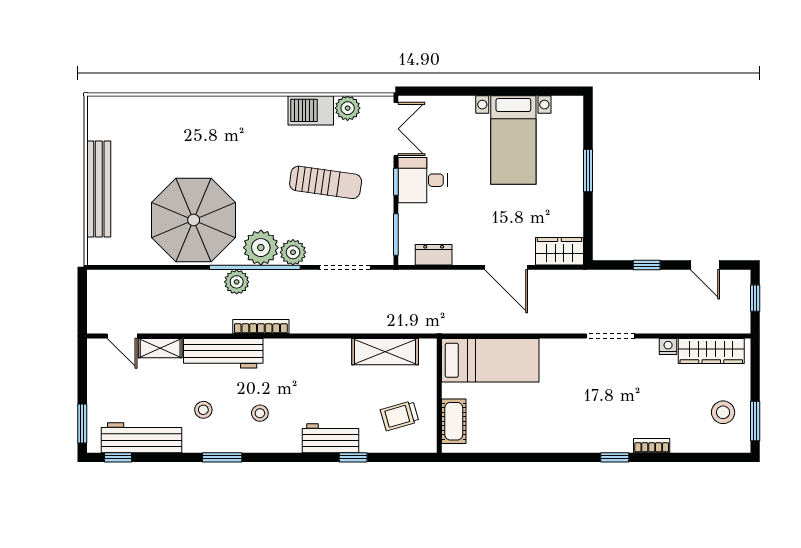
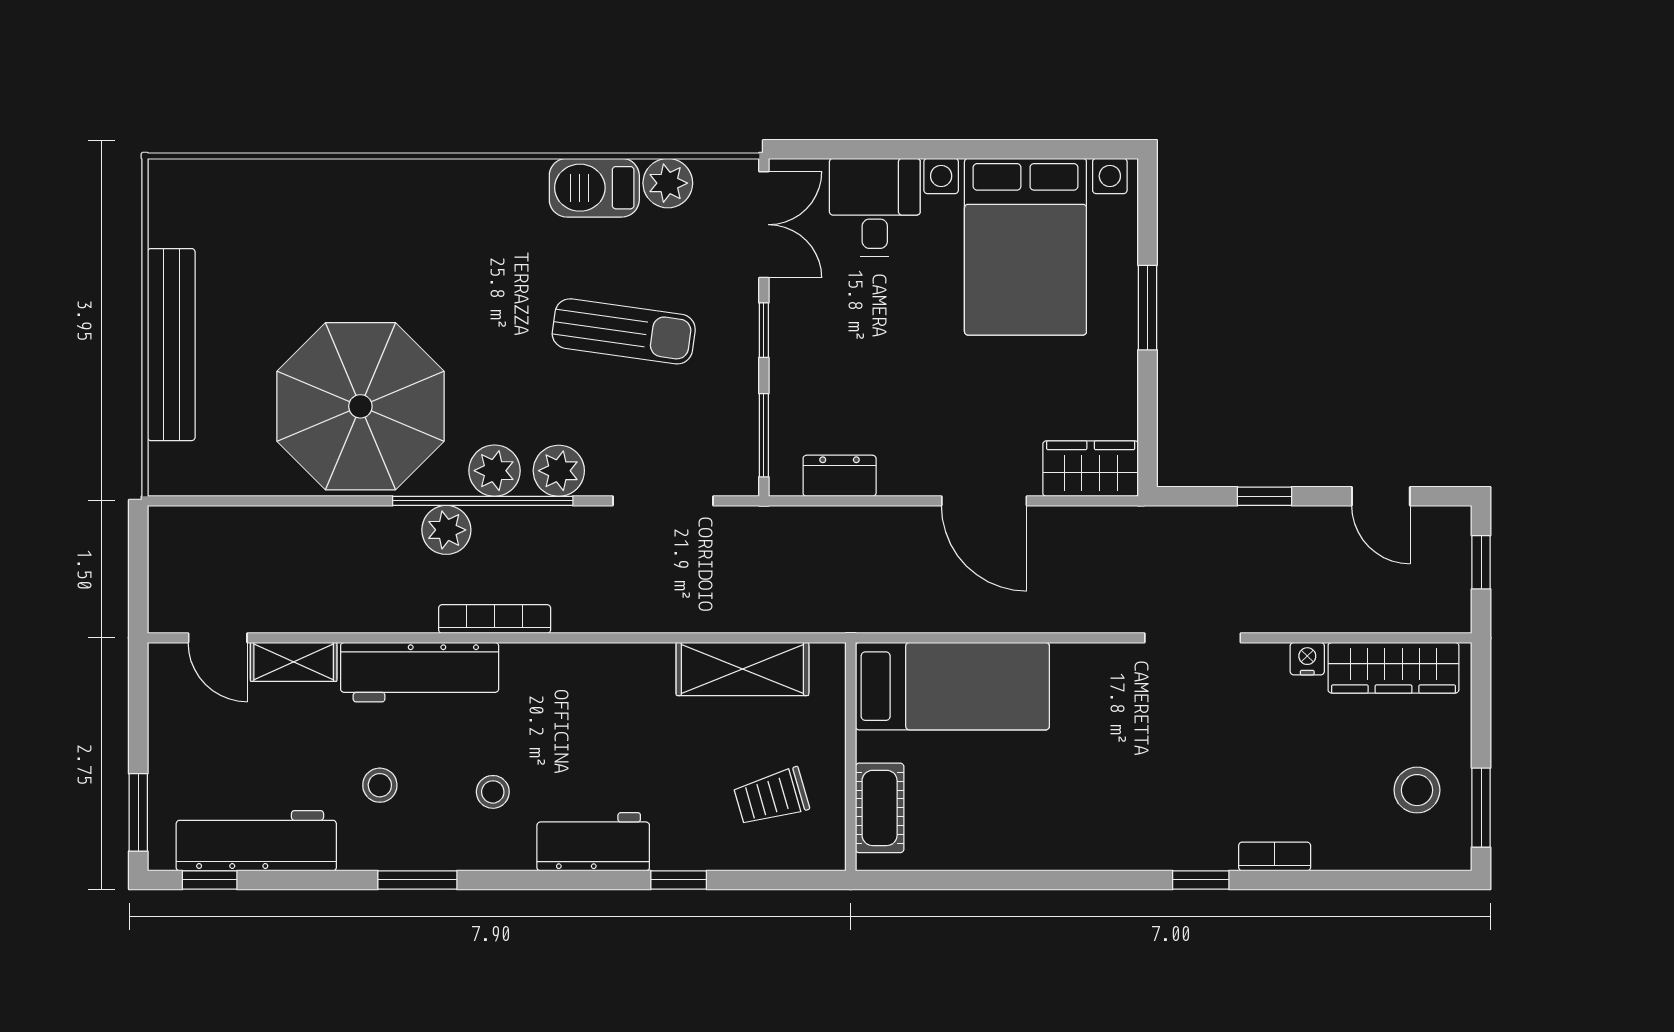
bed with nightstands: (513, 140) -> (1025, 247), width x1.36
desk: (423, 180) -> (875, 207), moved, turned 90
plant: (261, 248) -> (495, 471), width x0.73, depth x0.73
workbench: (331, 438) -> (593, 842), moved

